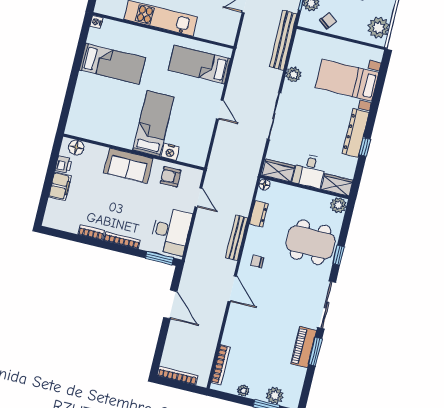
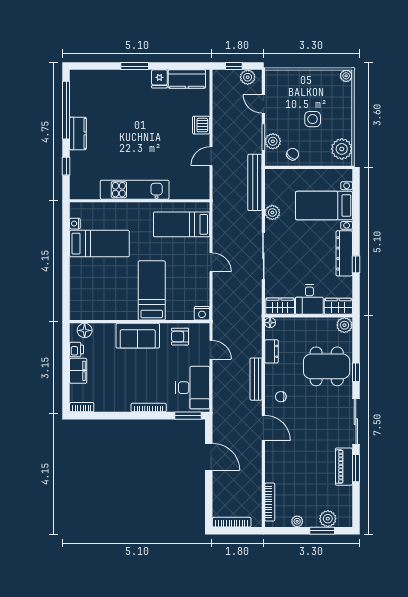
nightstand: (96, 22) -> (75, 224), moved
nightstand: (170, 152) -> (202, 313), moved
bookcase: (91, 233) -> (82, 407), moved

